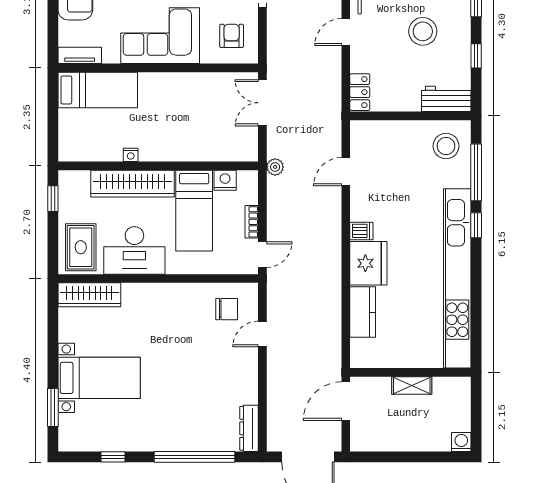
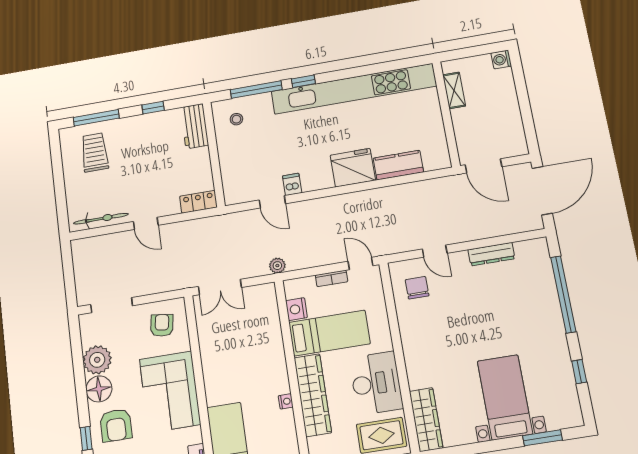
stool: (423, 31) -> (137, 157), removed
armchair: (232, 36) -> (162, 325), turned 98
stool: (446, 146) -> (236, 119), width x0.53, depth x0.53
dishwasher: (361, 231) -> (292, 184), moved
shelving: (412, 385) -> (454, 90), moved
dresser: (249, 428) -> (491, 254), moved

